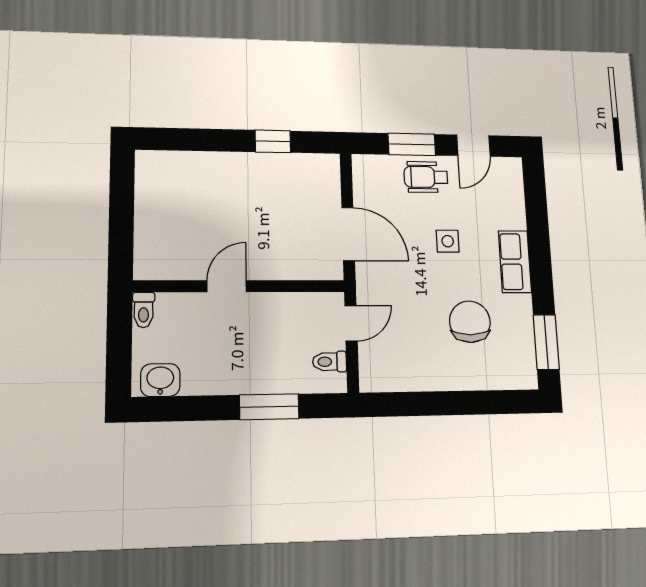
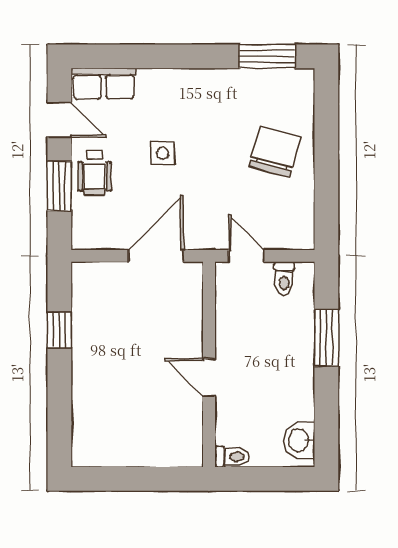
row of seats: (515, 262) -> (104, 84), moved
chair: (470, 322) -> (275, 152), moved, turned 105

